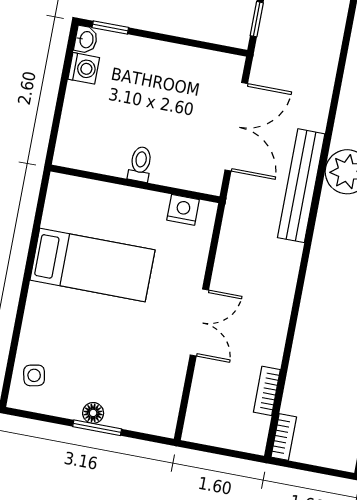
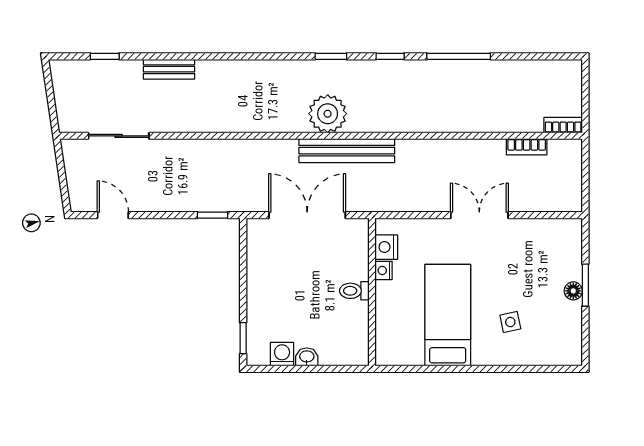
washbasin: (86, 40) -> (307, 357), moved
nightstand: (157, 202) -> (384, 270), added
side table: (34, 375) -> (510, 322), moved

